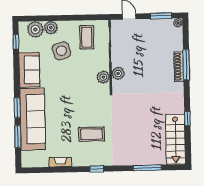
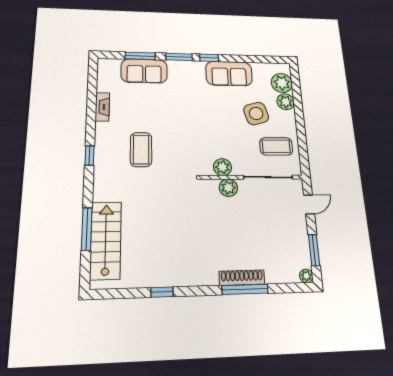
window: (16, 42) -> (209, 58), moved
sofa: (33, 119) -> (144, 71), width x0.54, depth x0.79
stairs: (175, 139) -> (106, 240), moved, turned 90

